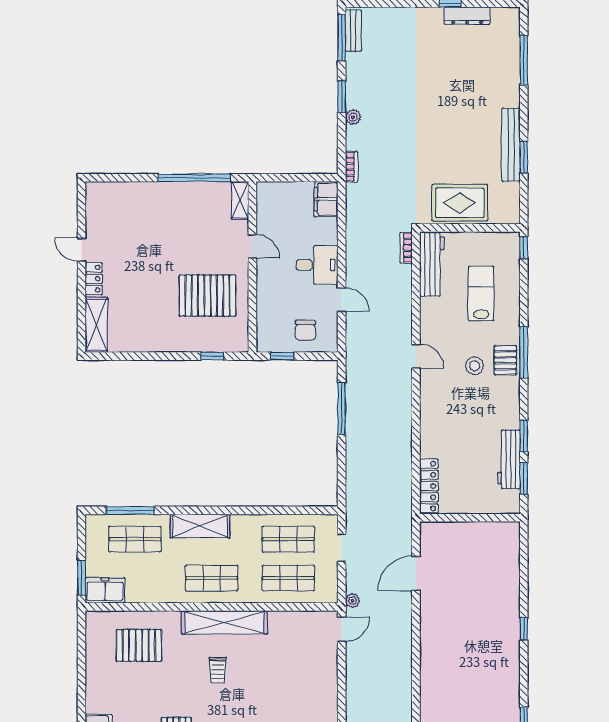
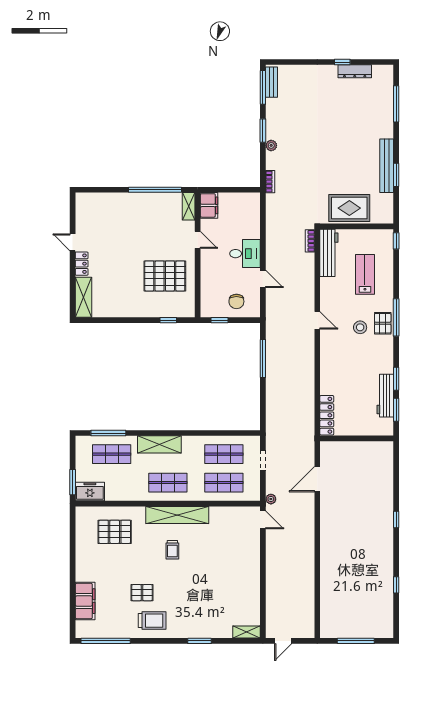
filing cabinet: (326, 199) -> (209, 205), moved, turned 180
door: (342, 629) -> (263, 520), hinge flipped

